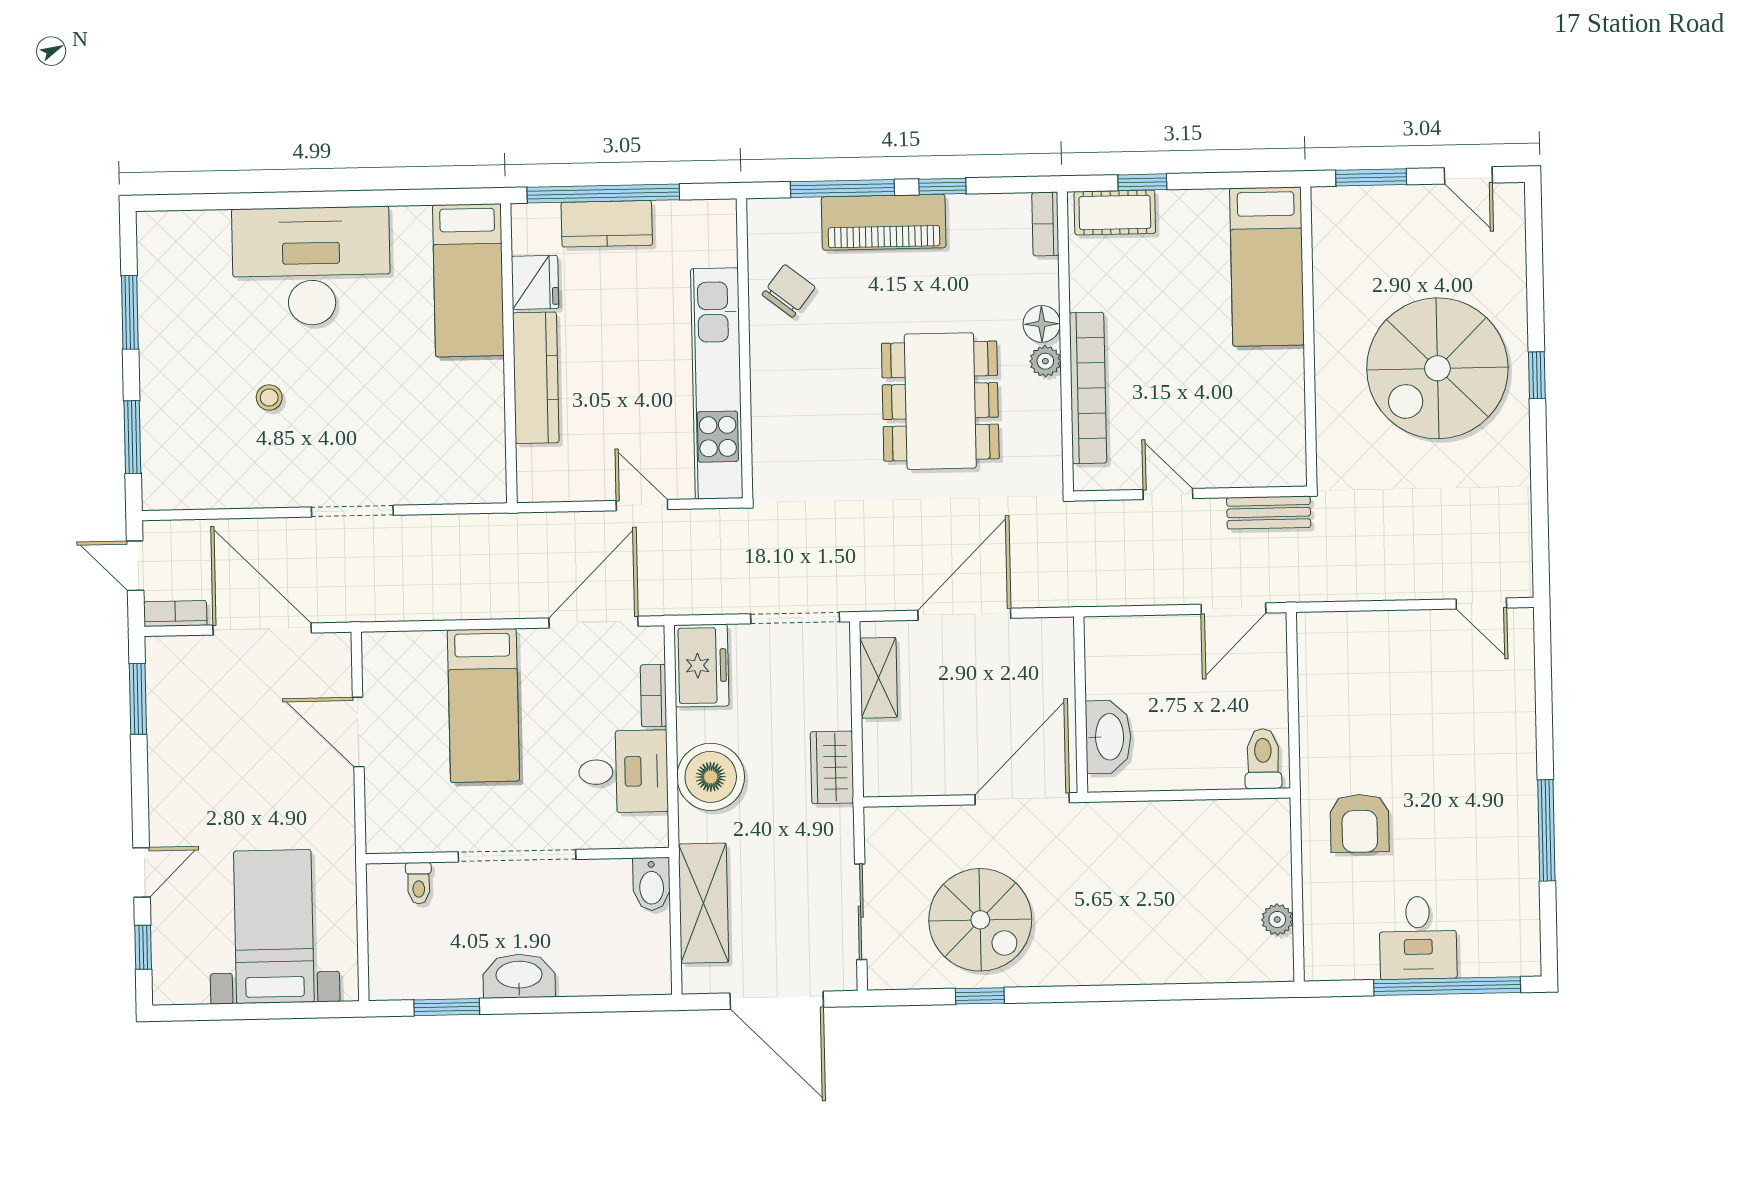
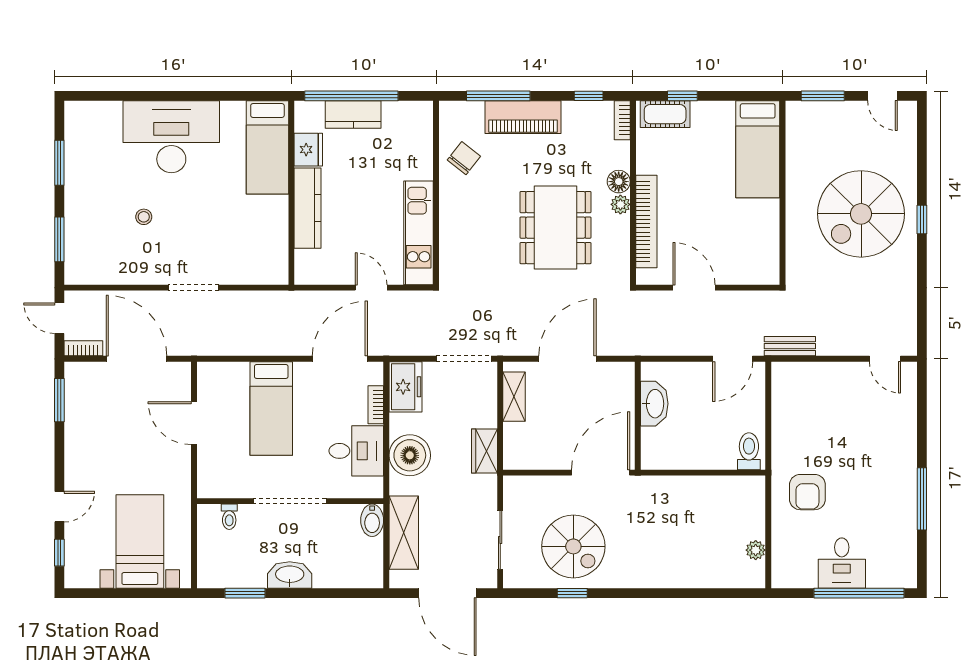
window: (942, 186) -> (589, 96), moved
kitchen unit: (717, 383) -> (419, 233), width x0.73
door: (1168, 494) -> (694, 288), width x1.38
bench: (1269, 513) -> (790, 346), moved
washbasin: (1108, 737) -> (654, 404), moved

